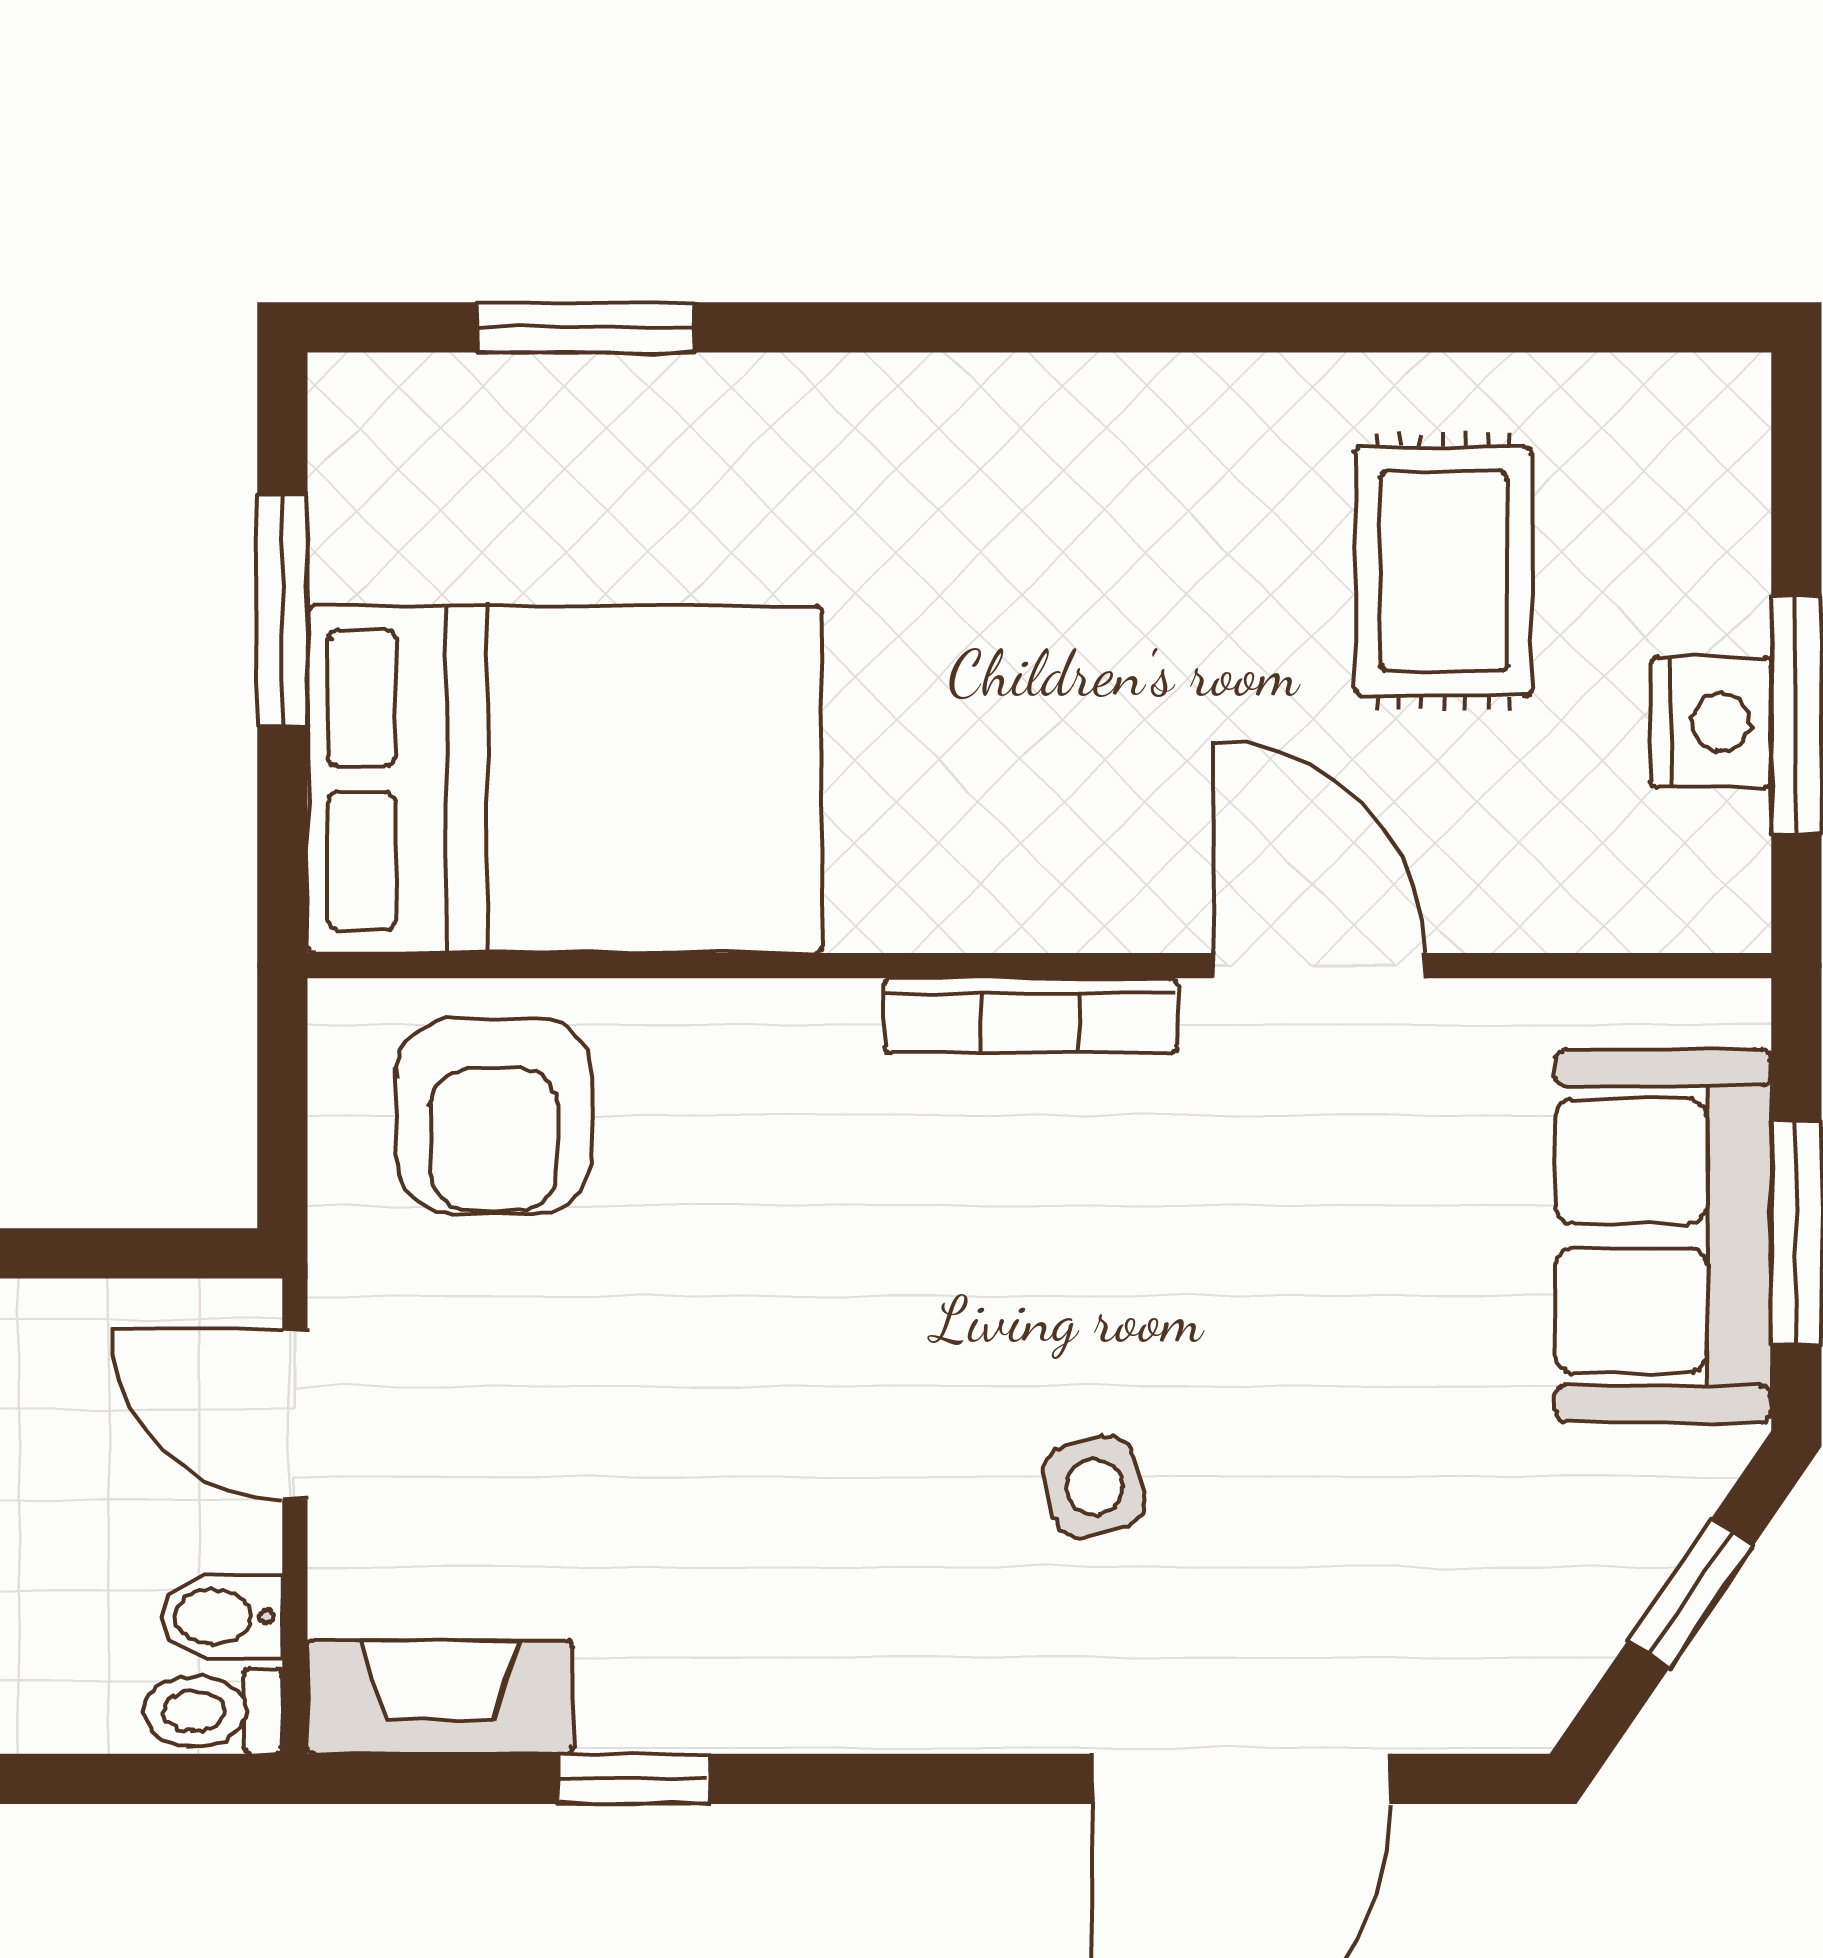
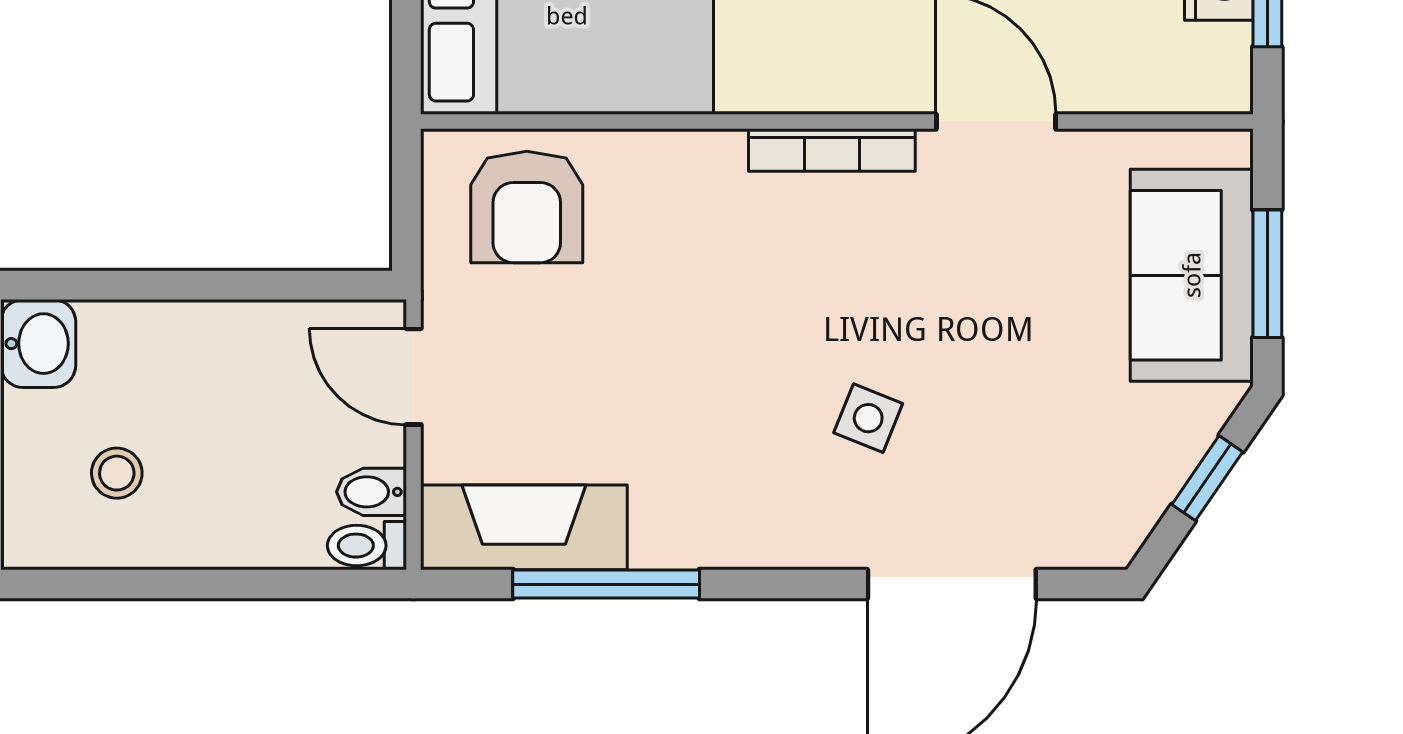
side table: (1095, 1487) -> (868, 418), turned 37
fireplace: (440, 1697) -> (524, 527), width x1.37, depth x1.32
window: (634, 1779) -> (606, 584), width x2.17

